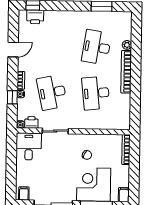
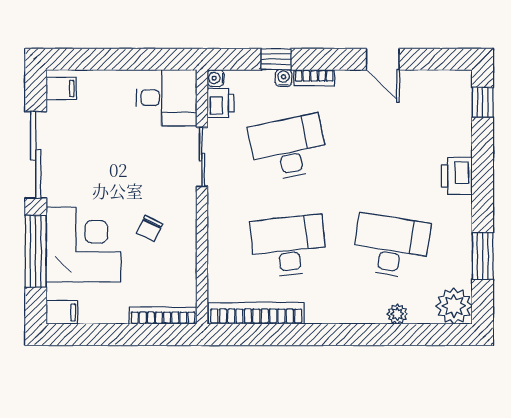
printer: (35, 17) -> (457, 176), moved
plant: (124, 20) -> (454, 306), added
bookcase: (126, 72) -> (256, 313), moved

